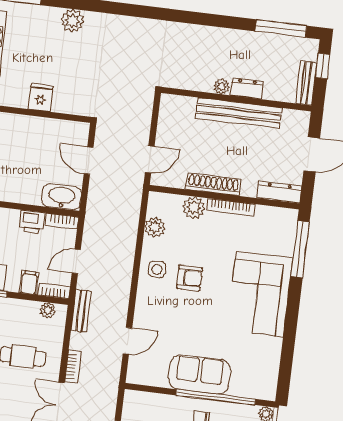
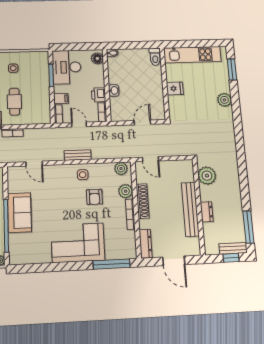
bench: (306, 83) -> (233, 248), moved
plant: (222, 86) -> (207, 176), moved, width x1.87, depth x1.87
washbasin: (62, 197) -> (114, 90), moved, width x0.52, depth x0.69
plant: (155, 227) -> (121, 169), moved
armchair: (190, 278) -> (94, 197), moved
plant: (48, 310) -> (46, 112), removed
bench: (81, 311) -> (78, 155), moved

